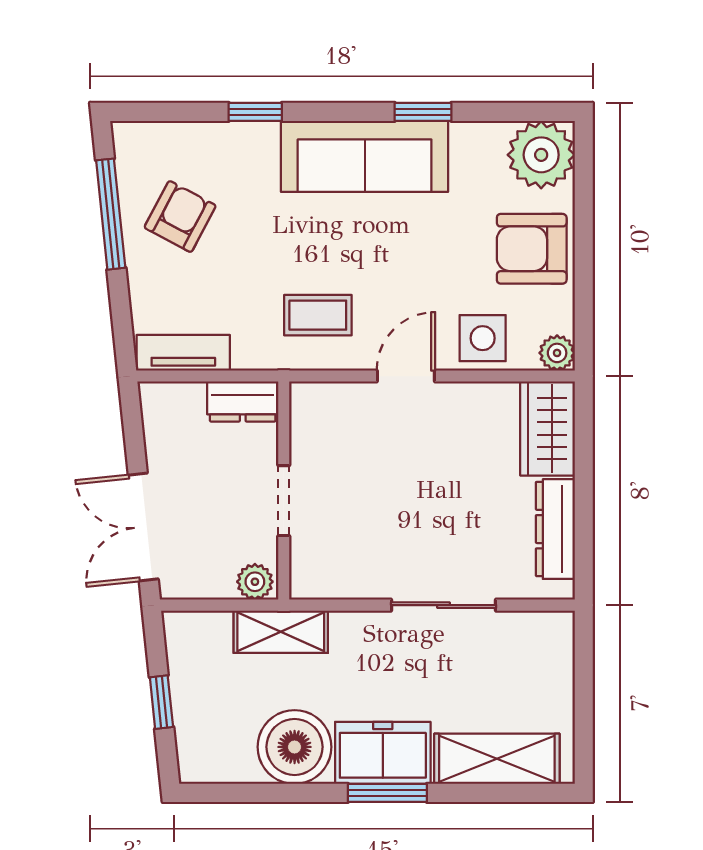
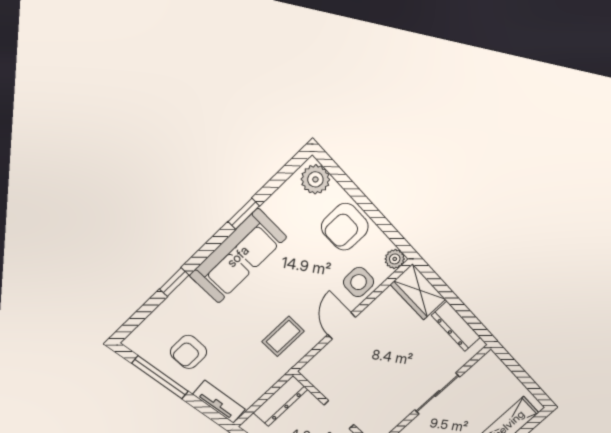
plant: (541, 155) -> (315, 179), width x0.73, depth x0.73
armchair: (180, 217) -> (189, 352), turned -118
tv unit: (183, 353) -> (219, 402), moved, turned 84
dresser: (243, 401) -> (280, 401), width x1.44

